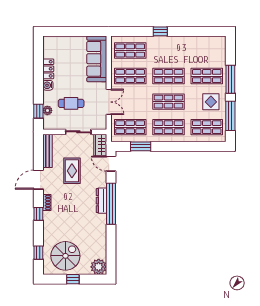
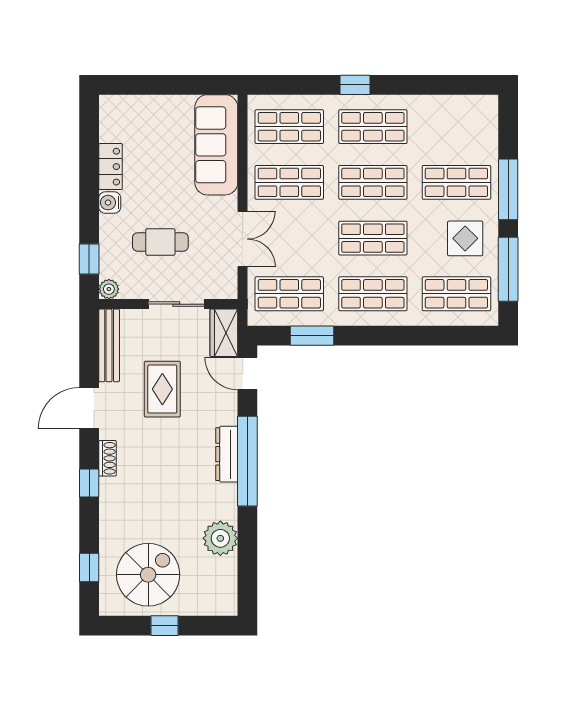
shop shelf: (168, 51) -> (373, 127), added
plant: (47, 110) -> (109, 289), moved
plant: (99, 267) -> (220, 538), moved

